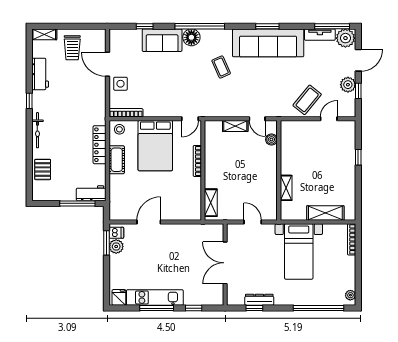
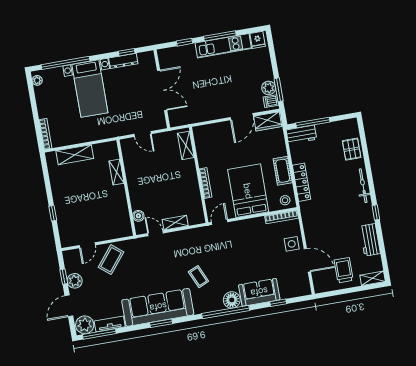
wardrobe: (123, 213) -> (268, 121), added
bed with nightstands: (299, 251) -> (90, 89), moved, turned 180

